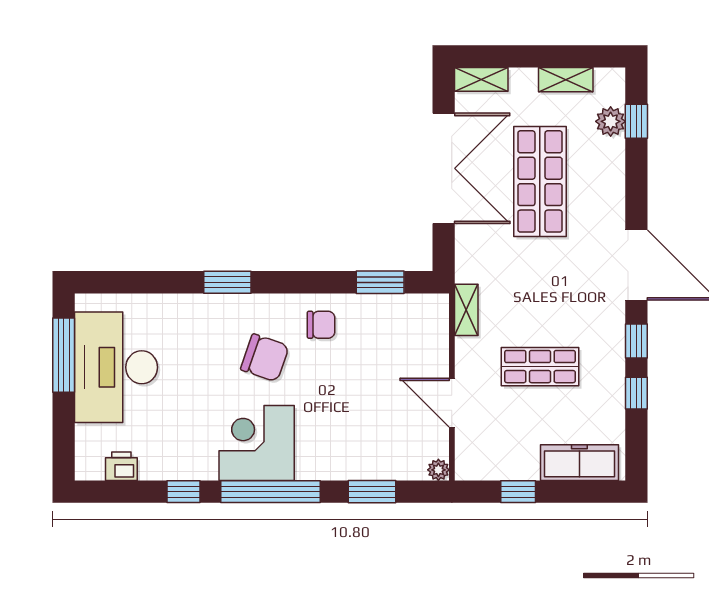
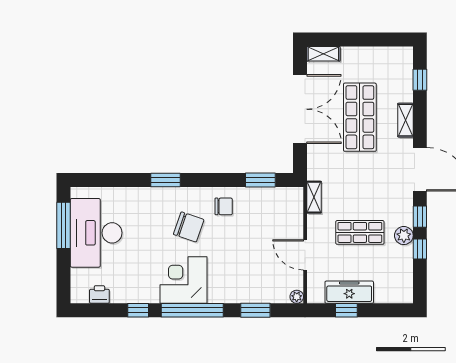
shelving: (566, 80) -> (405, 120), moved, turned 90
plant: (611, 121) -> (404, 236), moved
freezer: (579, 463) -> (349, 292), moved

